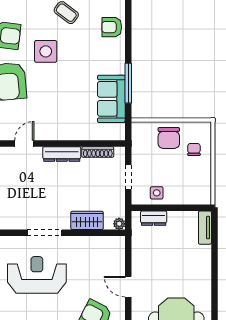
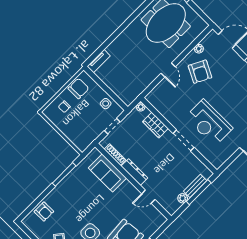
sofa: (111, 99) -> (107, 173), moved, turned 90
chair: (169, 138) -> (78, 88), moved
dresser: (154, 218) -> (120, 92), removed

